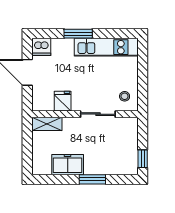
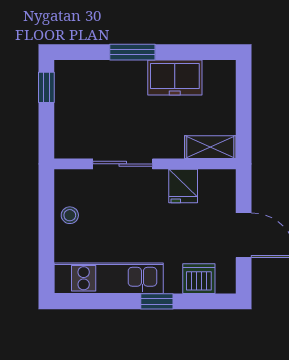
window: (78, 34) -> (157, 301), width x0.67
dishwasher: (41, 47) -> (199, 279), moved
stool: (125, 96) -> (70, 215), moved

